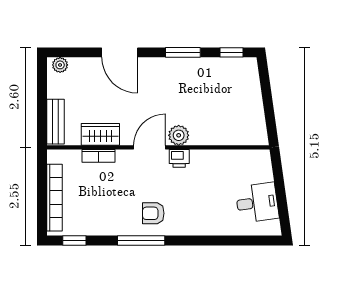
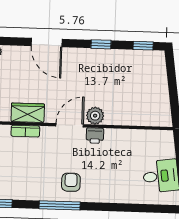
window: (183, 52) -> (101, 44), width x0.67
armchair: (153, 213) -> (71, 182), turned 90

